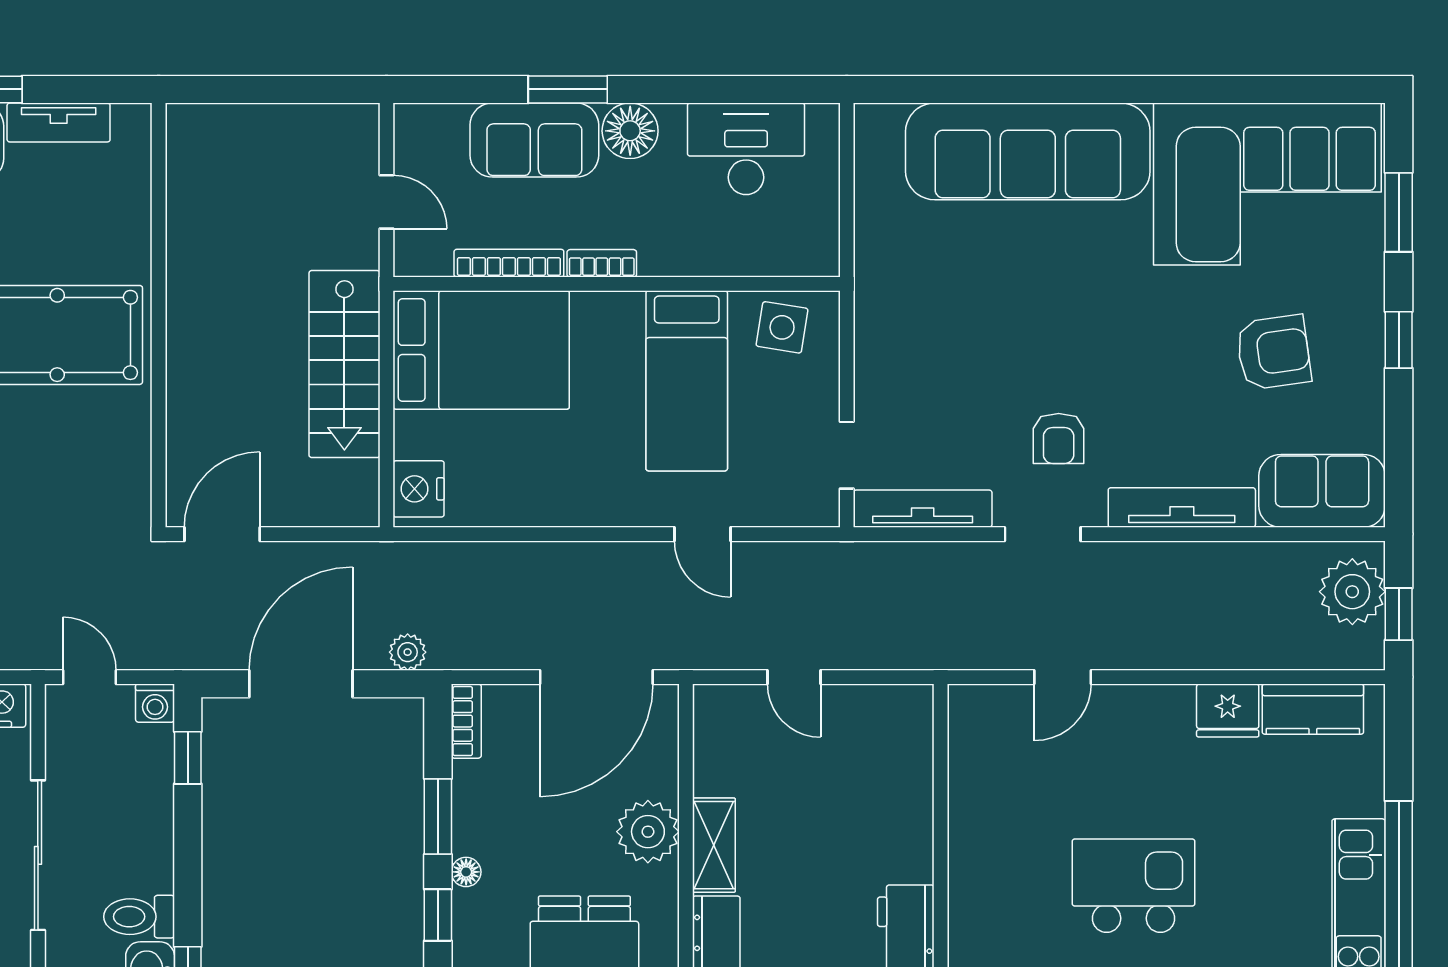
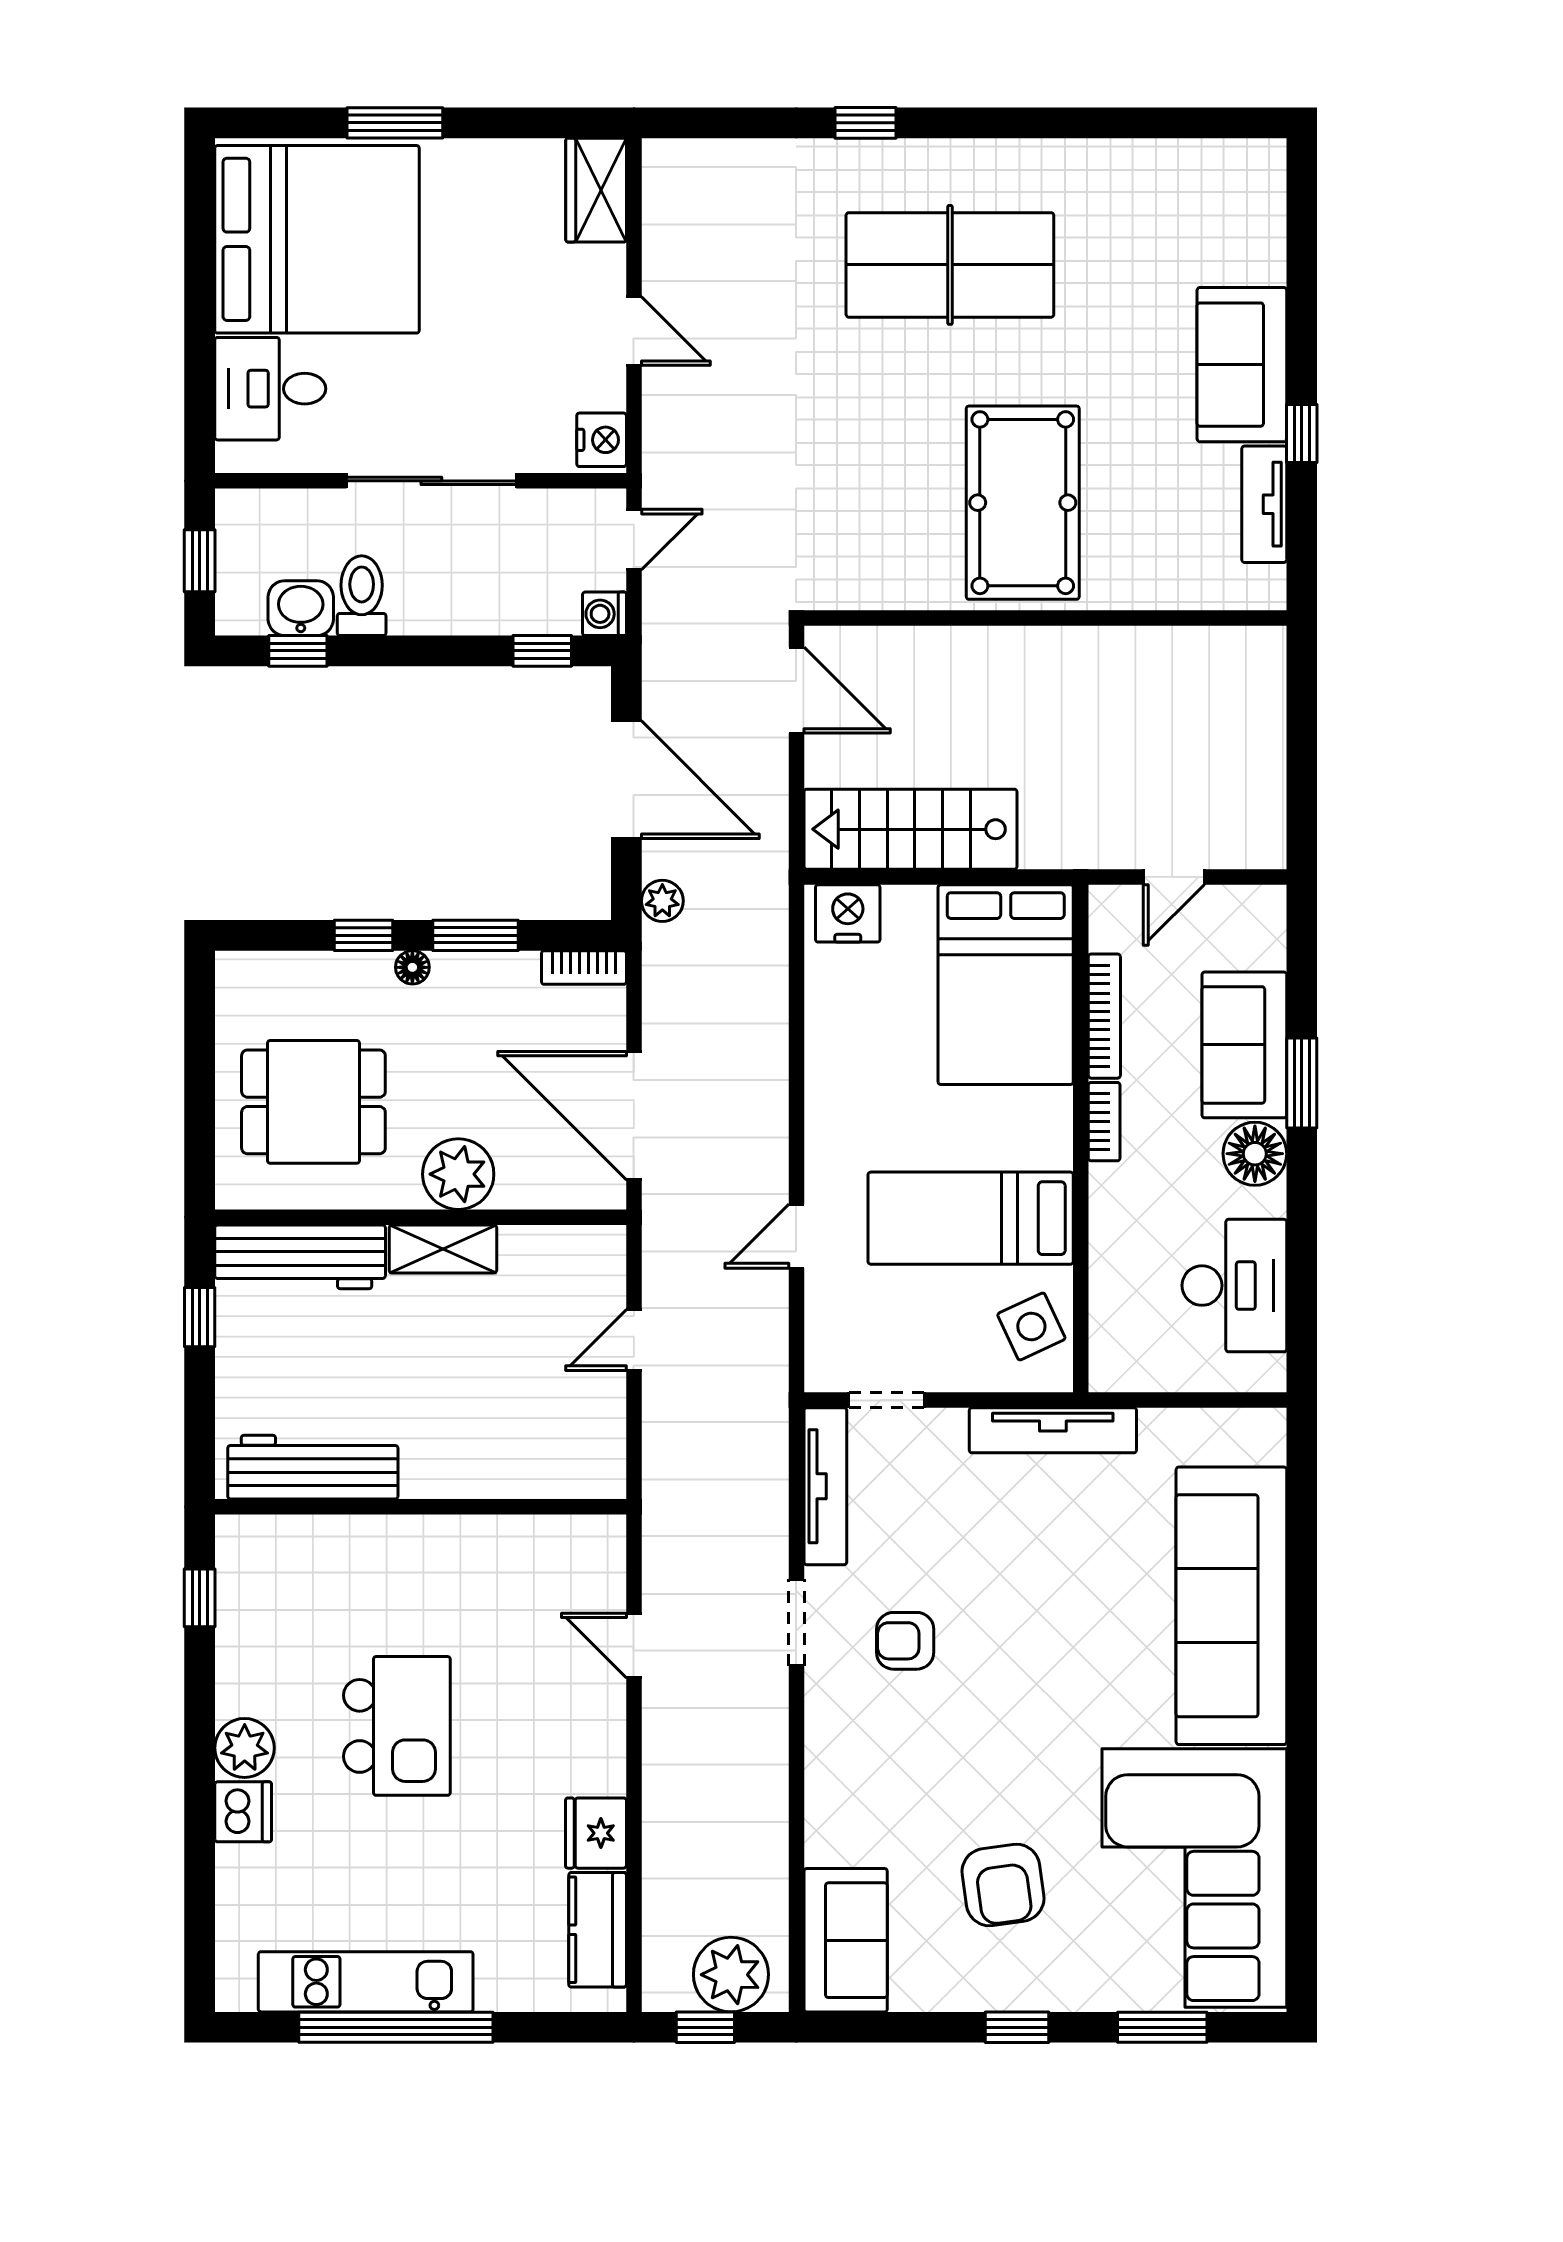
side table: (782, 327) -> (1031, 1326), turned -34
stairs: (344, 364) -> (910, 829), moved
tv unit: (1182, 507) -> (1053, 1430), moved, turned 90

